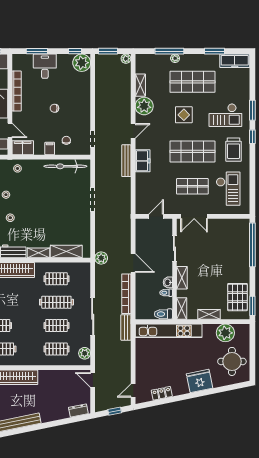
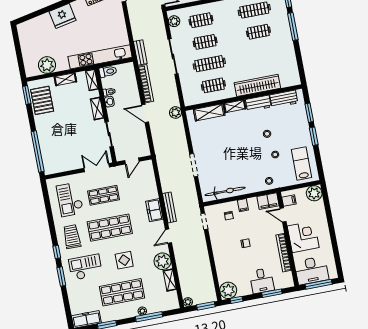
round table: (232, 361) -> (36, 40), removed

